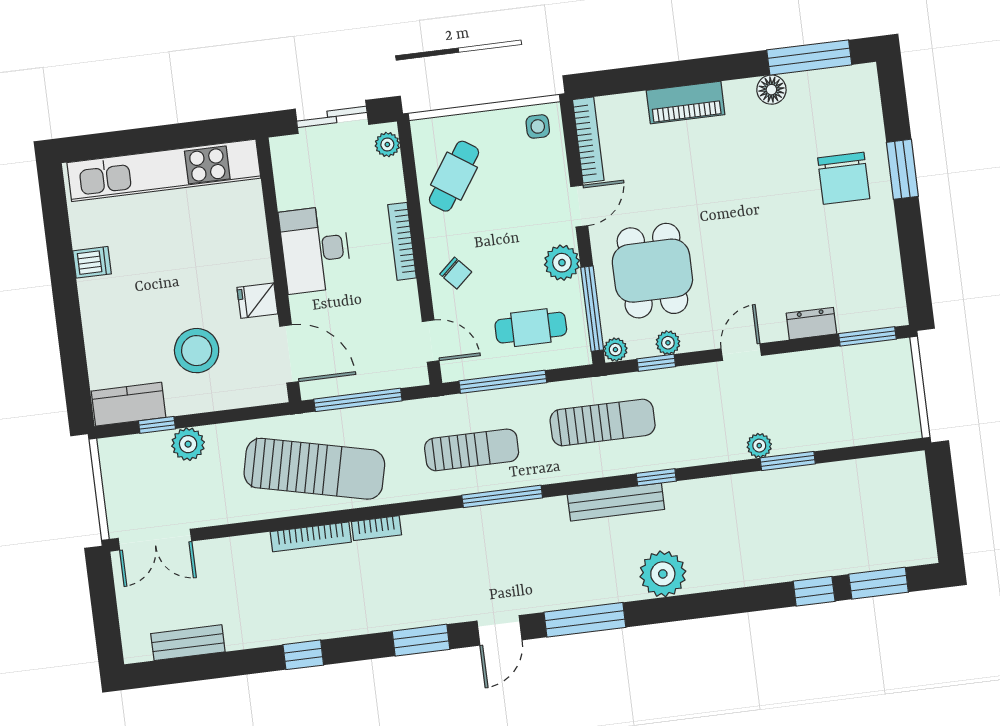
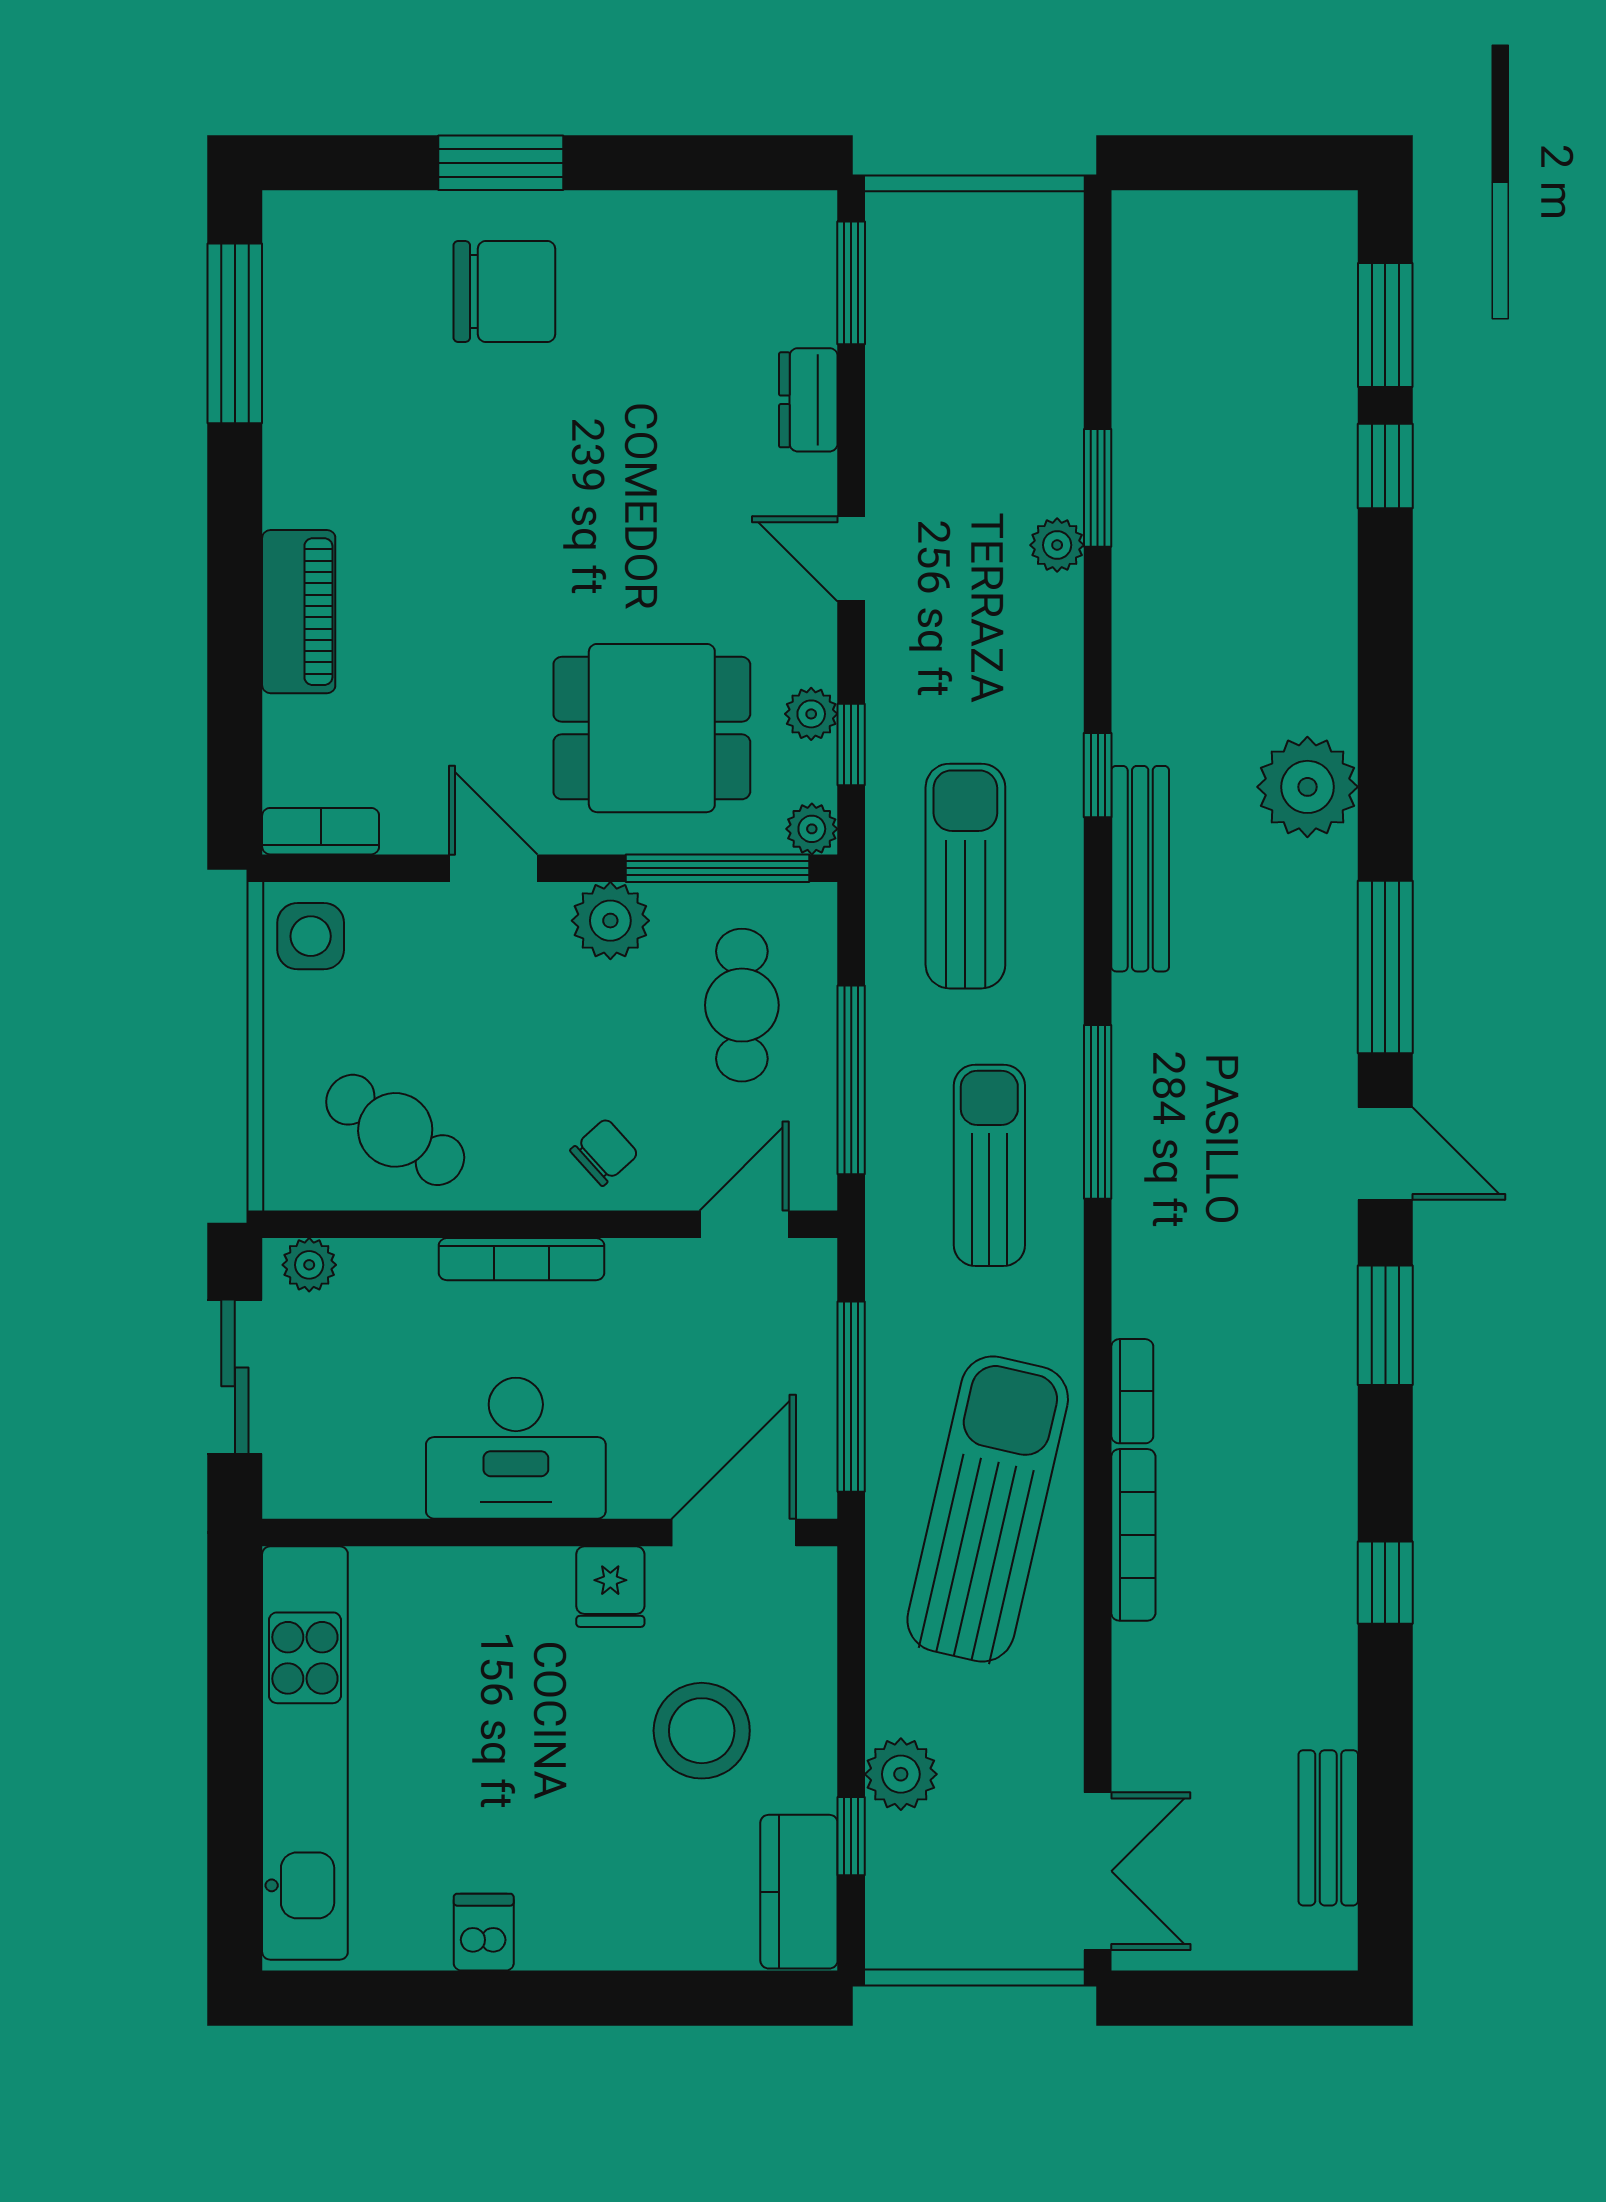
floor lamp: (771, 90) -> (294, 423), removed
side table: (538, 126) -> (311, 936), width x1.37, depth x1.37
bookcase: (588, 140) -> (321, 831), width x0.64

